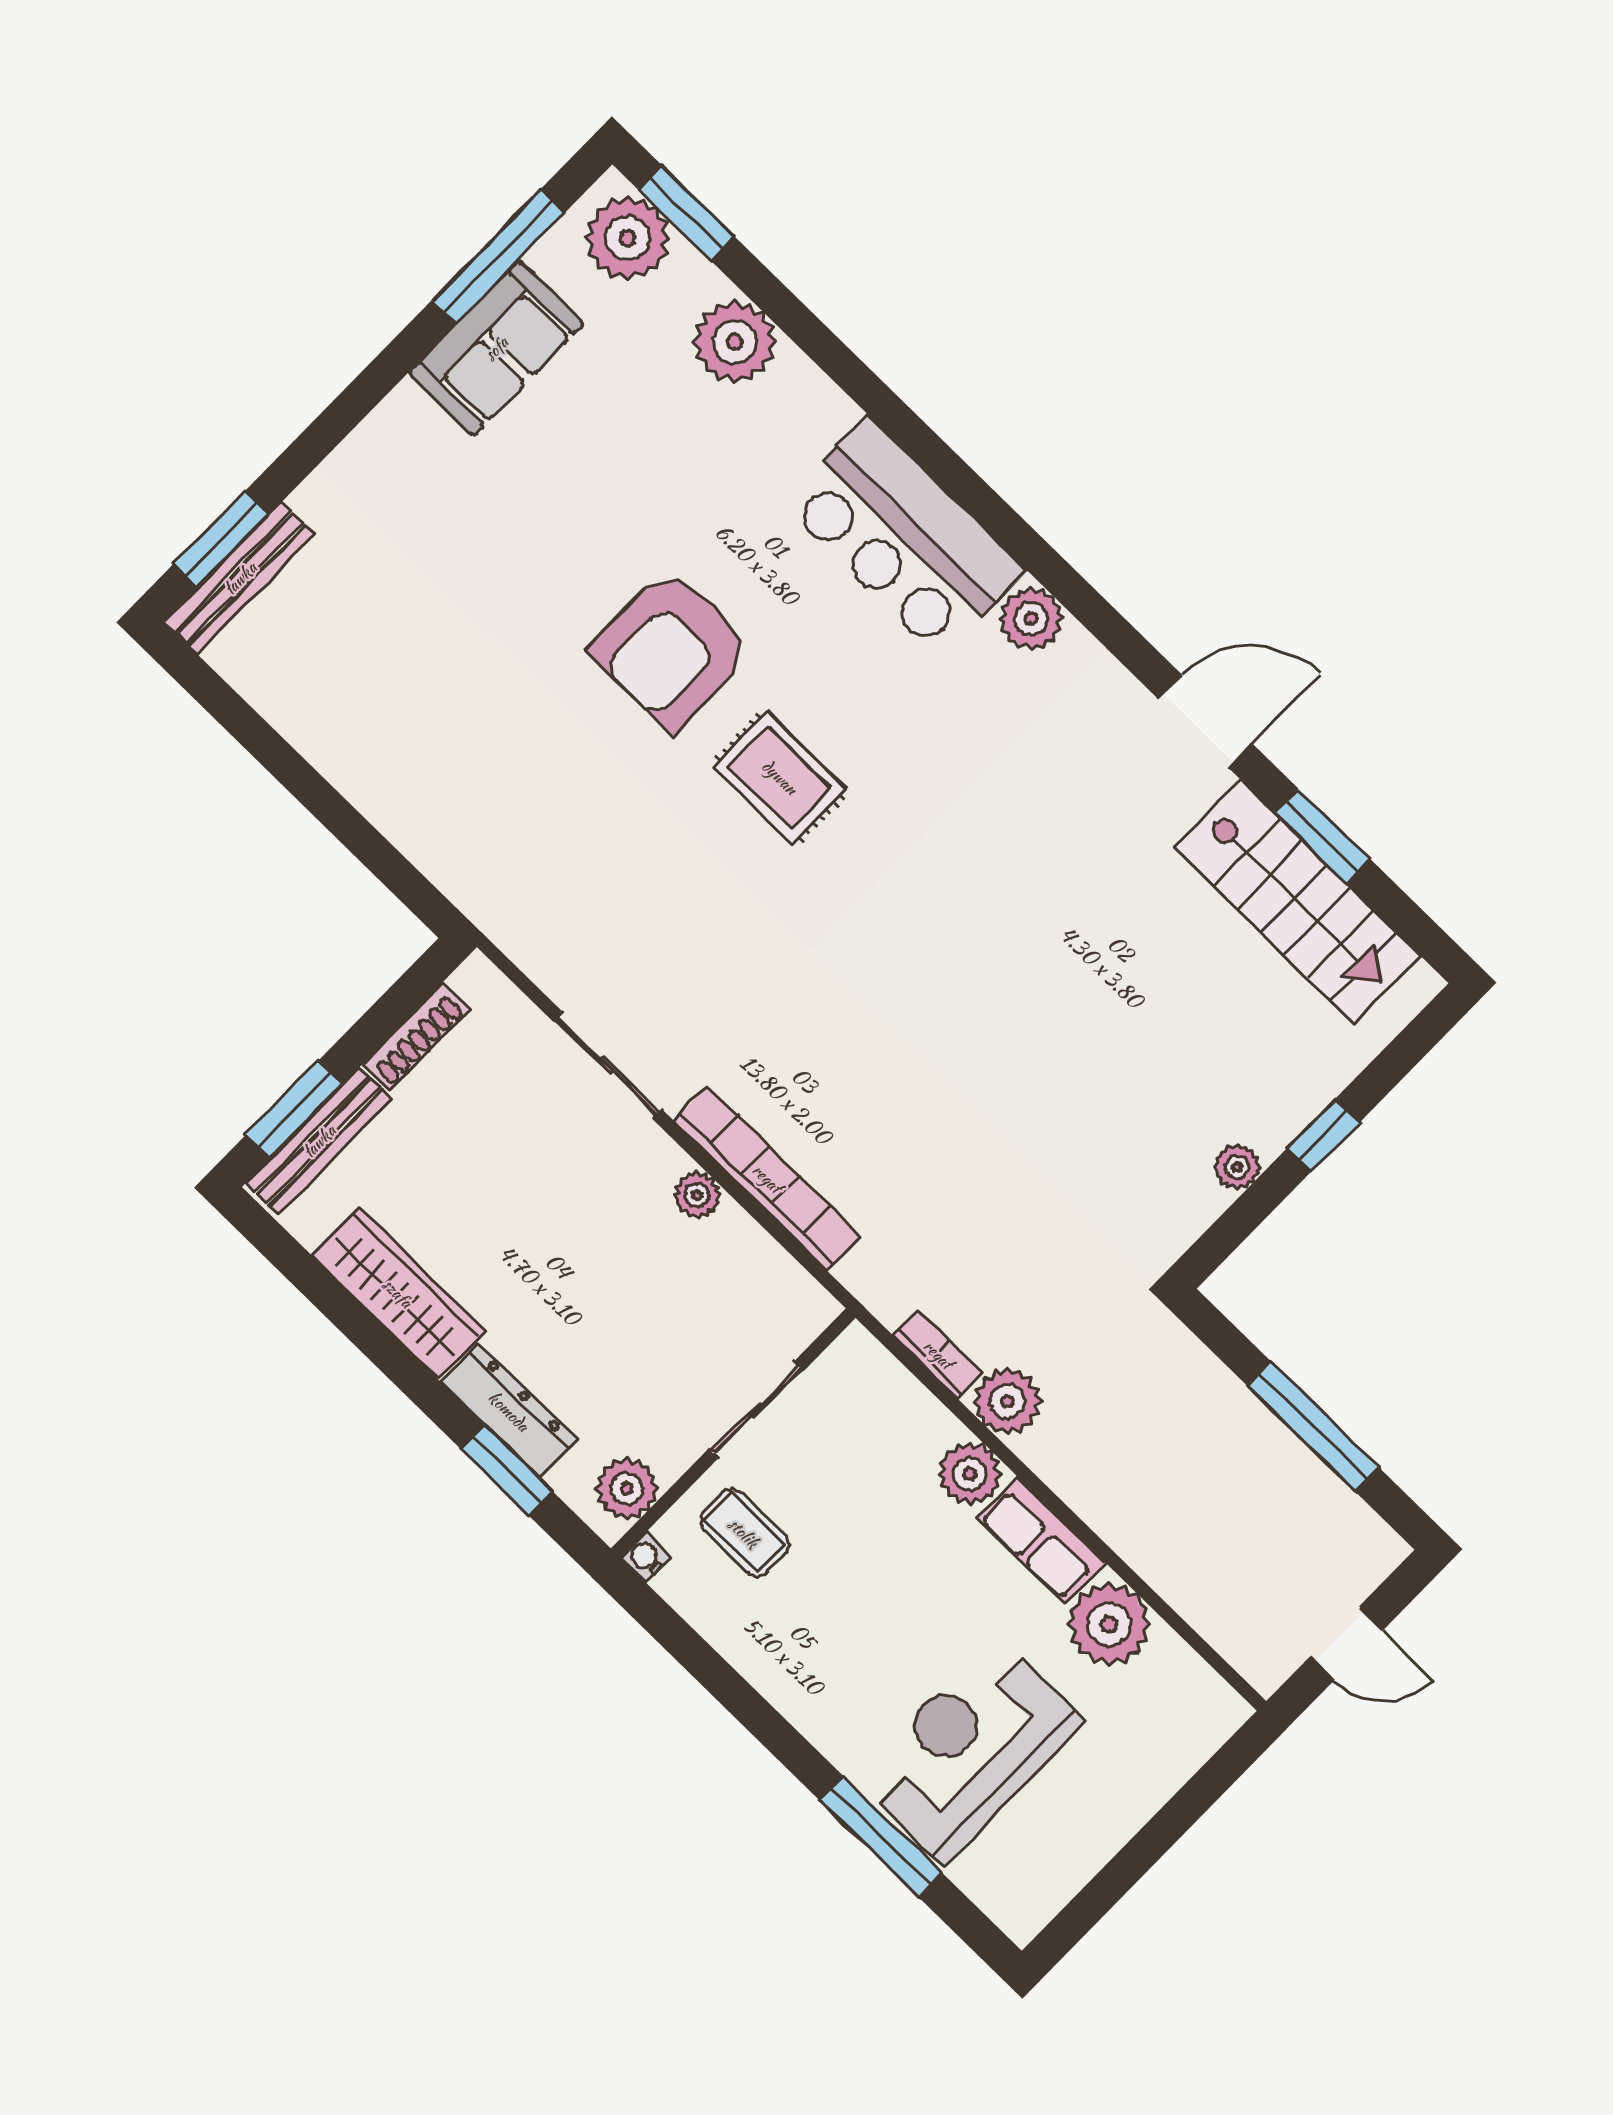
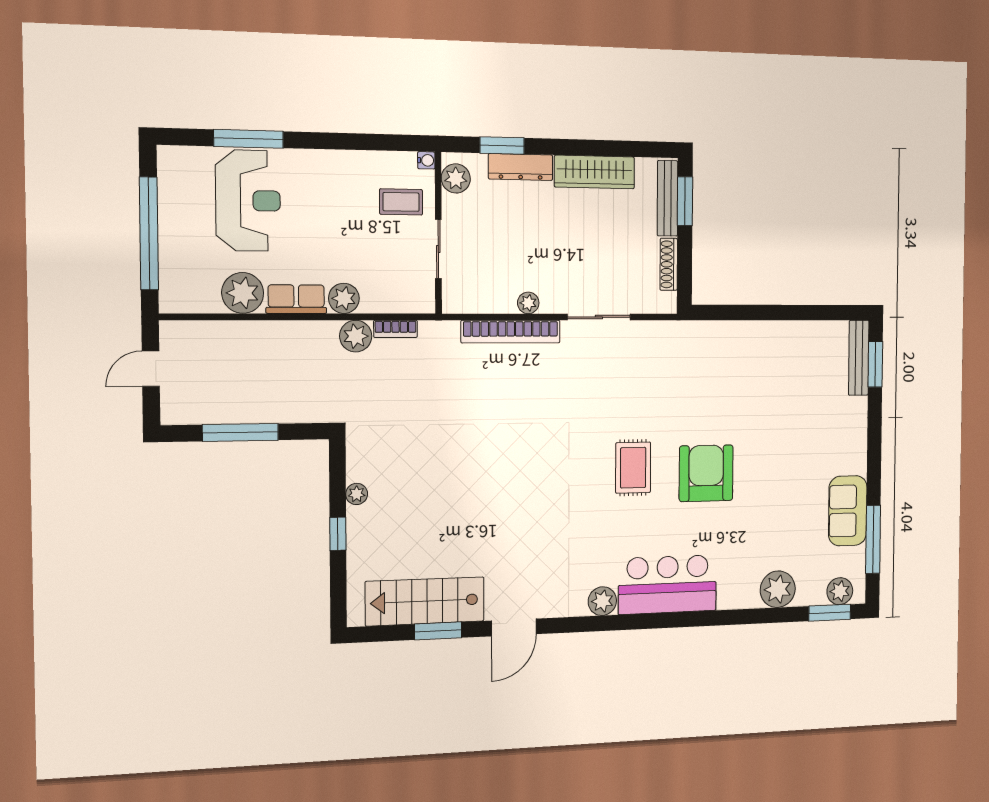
plant: (627, 238) -> (840, 591), width x0.73, depth x0.73
rug: (780, 777) -> (633, 468), turned 90
window: (1157, 1837) -> (149, 234), added

